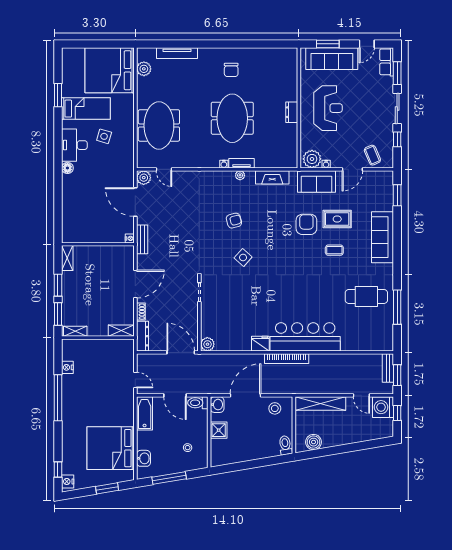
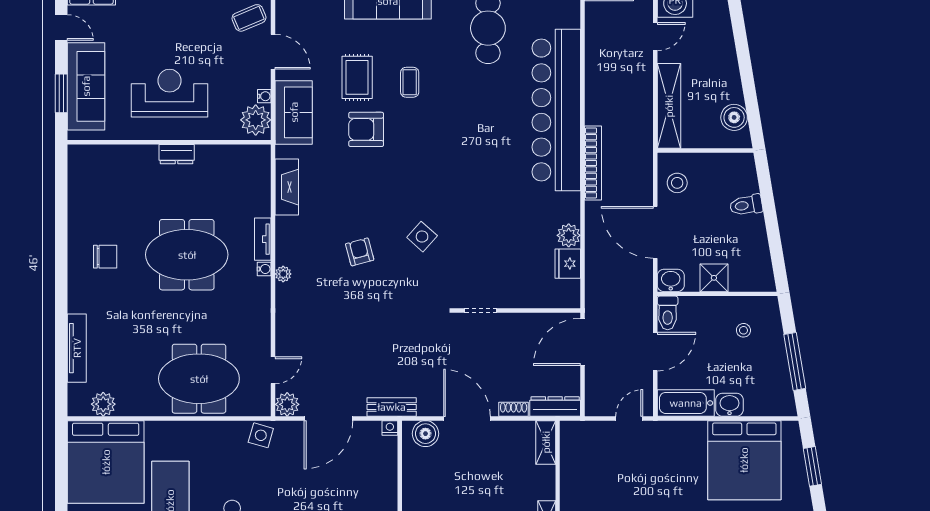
side table: (104, 136) -> (261, 435), moved
plant: (240, 175) -> (283, 274), moved
boiler: (126, 259) -> (425, 434), added
bar counter: (305, 337) -> (556, 110), width x1.36
plant: (207, 344) -> (569, 235), moved
fridge: (260, 344) -> (568, 264), moved
toilet: (285, 445) -> (746, 205), moved
washbasin: (144, 458) -> (729, 405), moved

